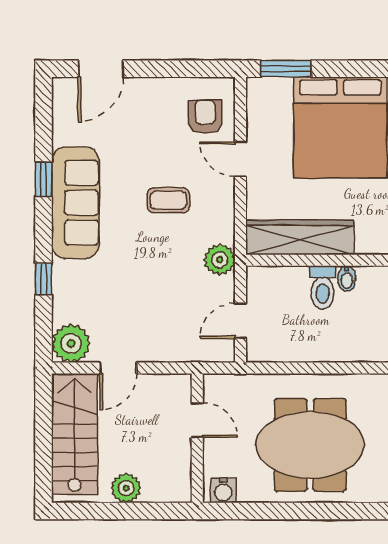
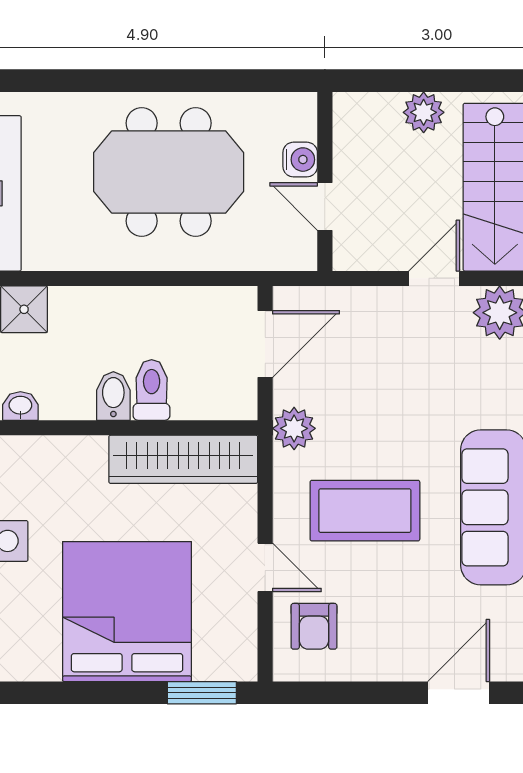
coffee table: (168, 200) -> (365, 511), width x1.86, depth x1.72
bidet: (347, 279) -> (113, 396), width x1.38, depth x1.36
door: (240, 321) -> (265, 344), width x1.38
water cooler: (223, 490) -> (300, 160), moved, turned 90

